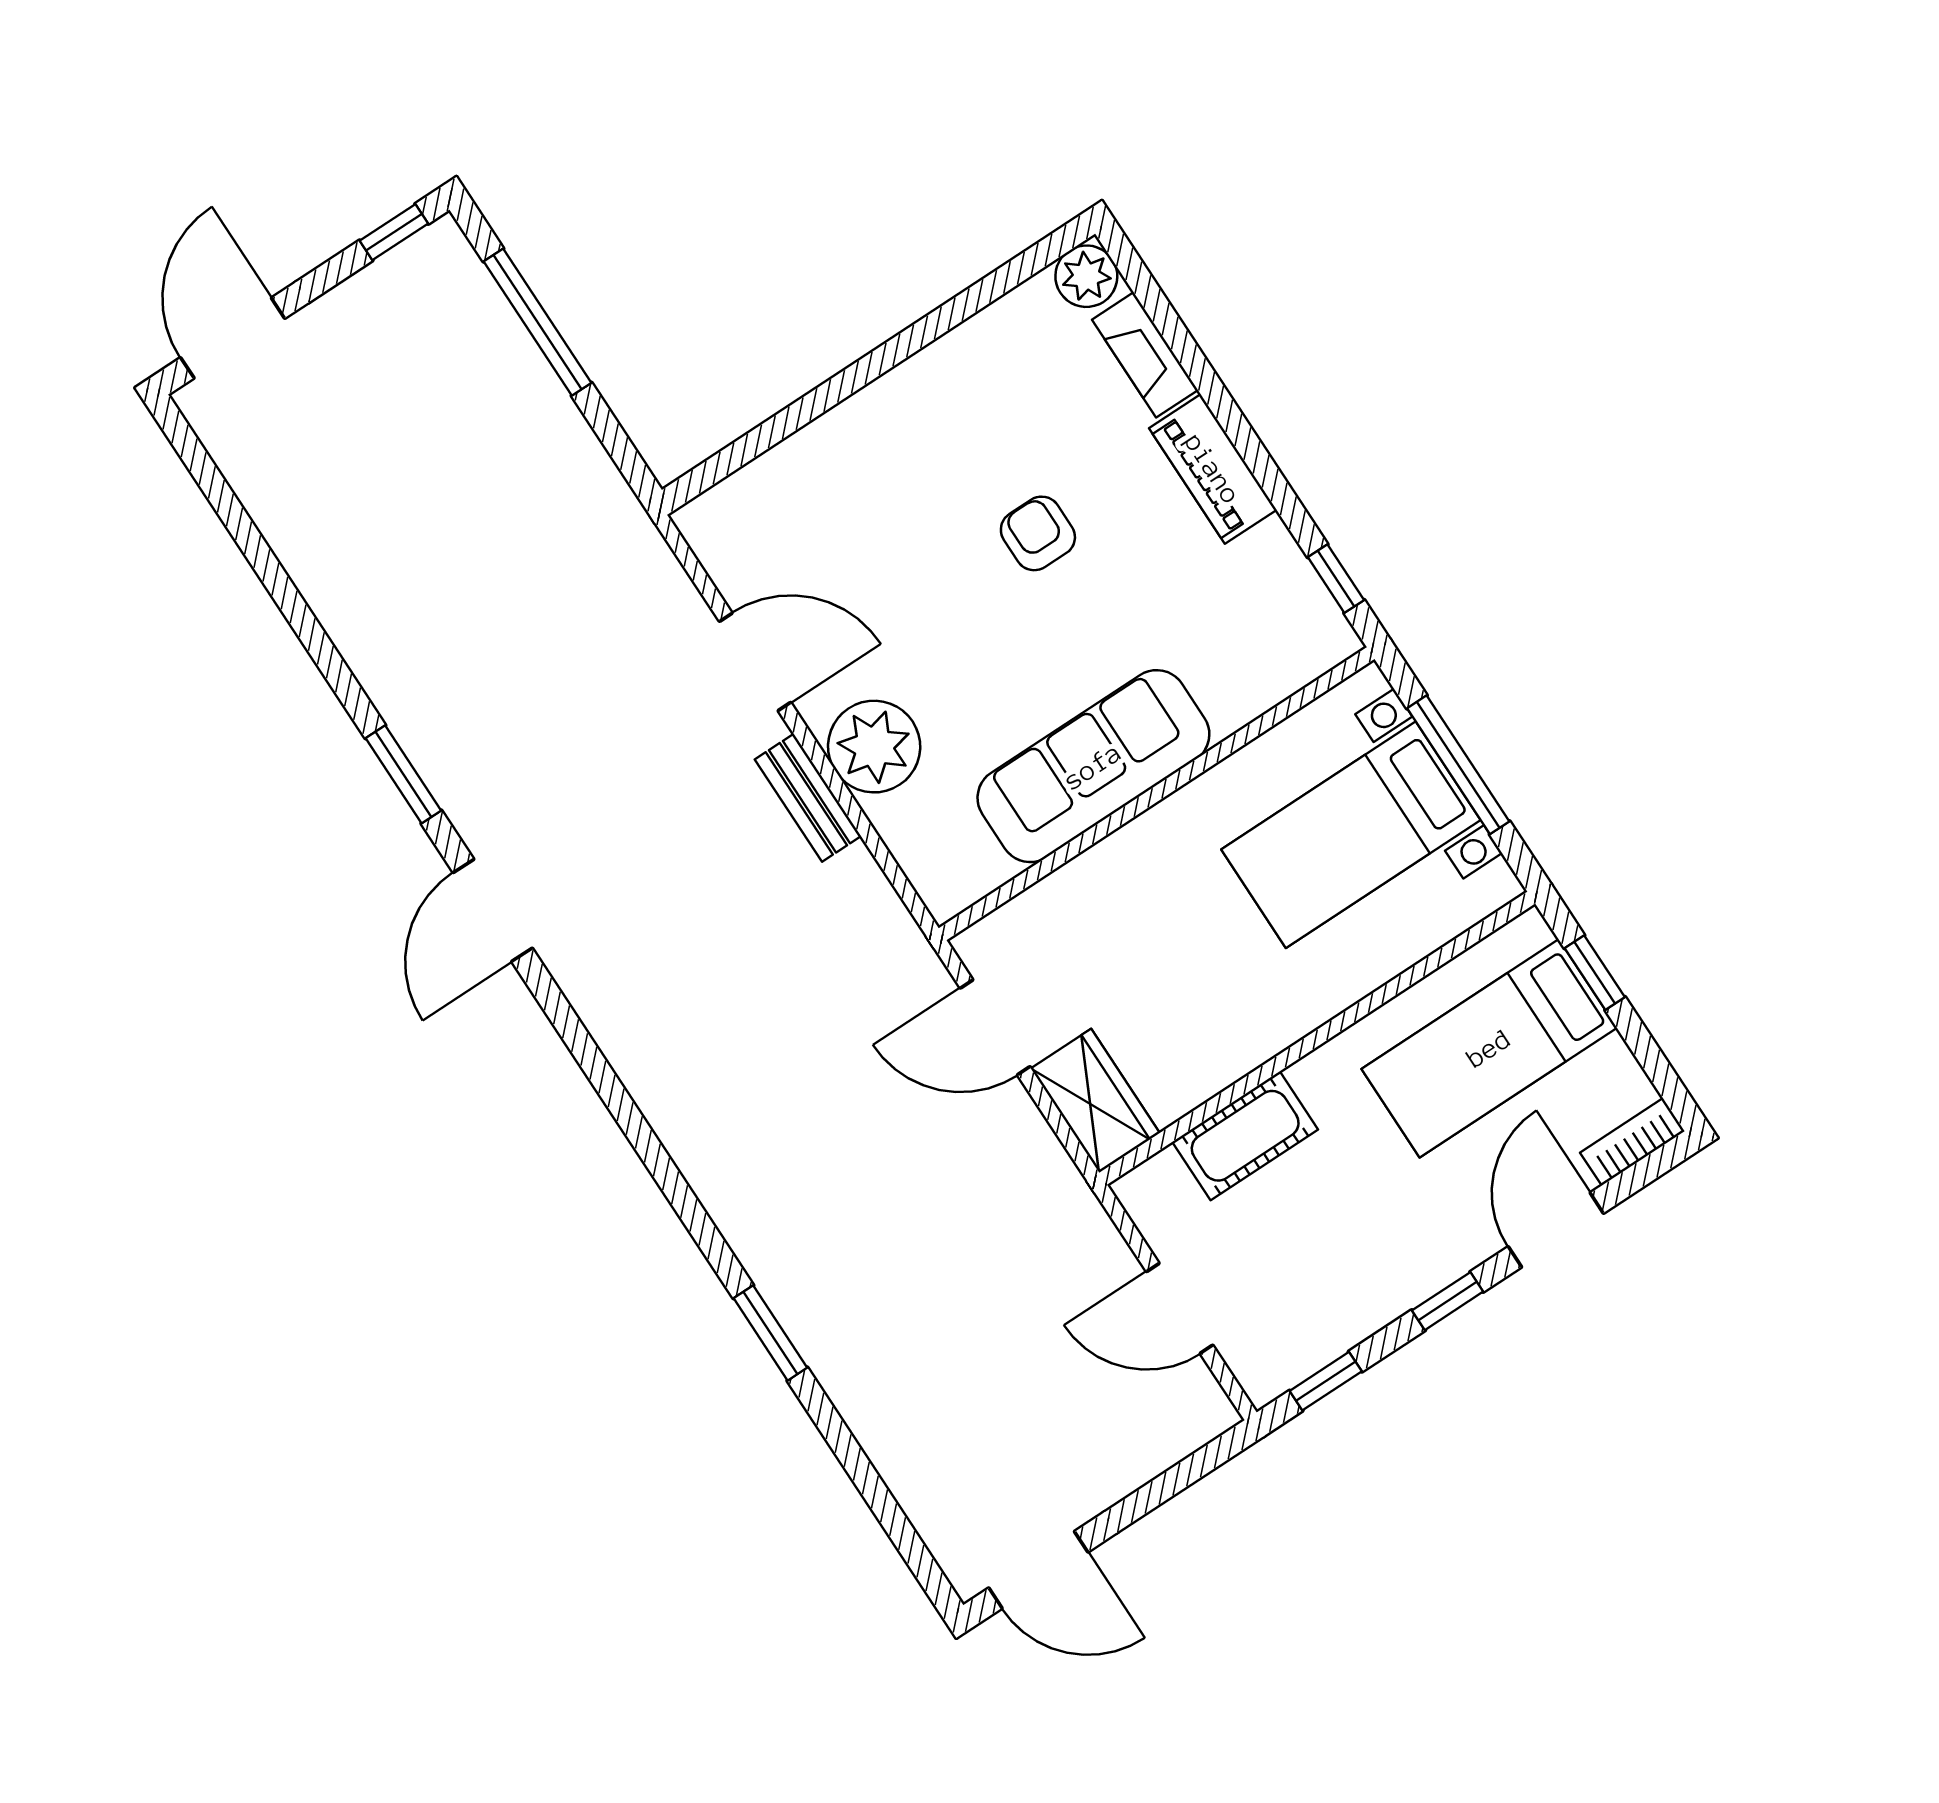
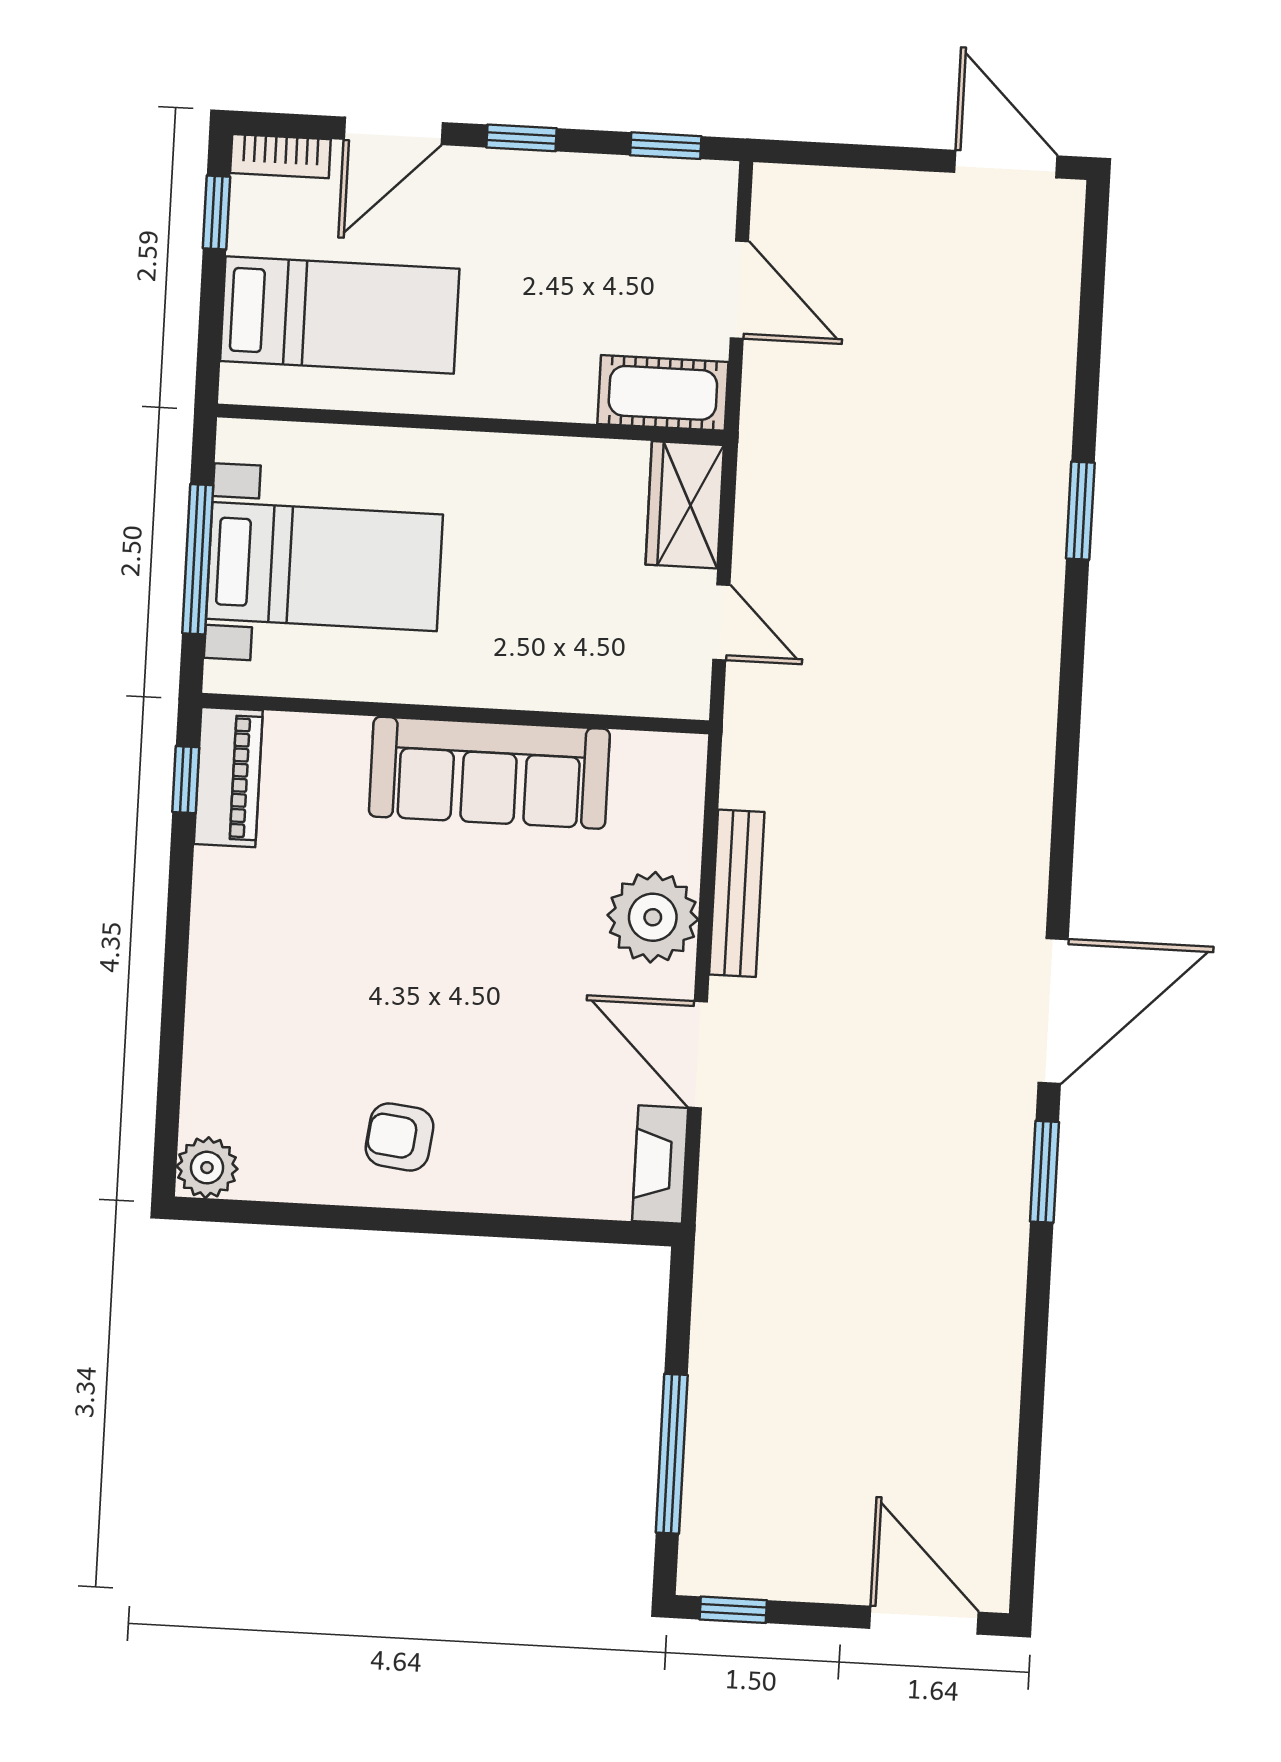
door: (233, 338) -> (924, 1620), swing flipped
fireplace: (1145, 355) -> (660, 1165), moved, turned 180
piano: (1213, 469) -> (228, 777), moved
armchair: (1038, 533) -> (399, 1137), moved, turned 97
bench: (808, 798) -> (737, 893), width x1.36
door: (493, 910) -> (1053, 1011), width x1.36
window: (1595, 973) -> (216, 212), moved
door: (995, 1027) -> (721, 622), width x0.73
cot: (1245, 1136) -> (663, 393), moved

